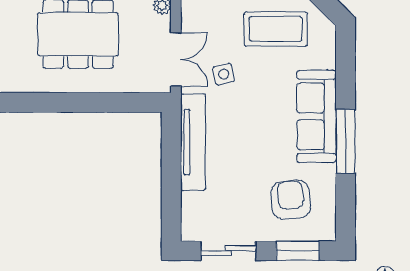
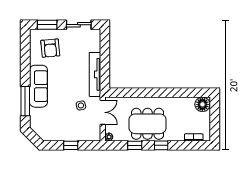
coffee table: (276, 29) -> (57, 126), removed
double door: (176, 59) -> (103, 112), swing flipped
window: (345, 141) -> (25, 101), moved

